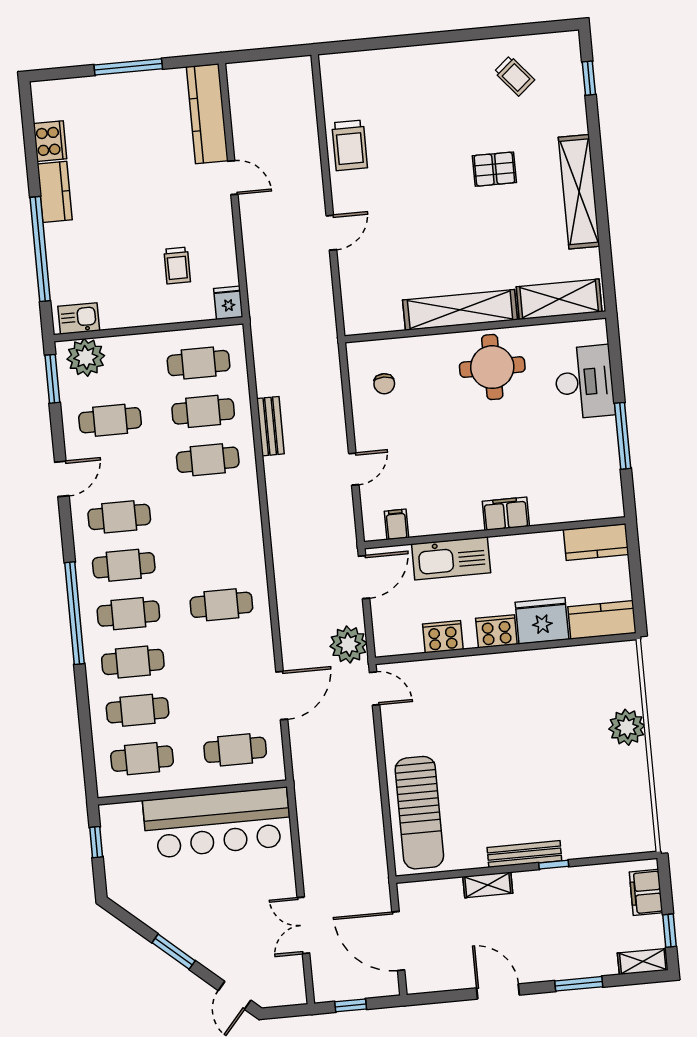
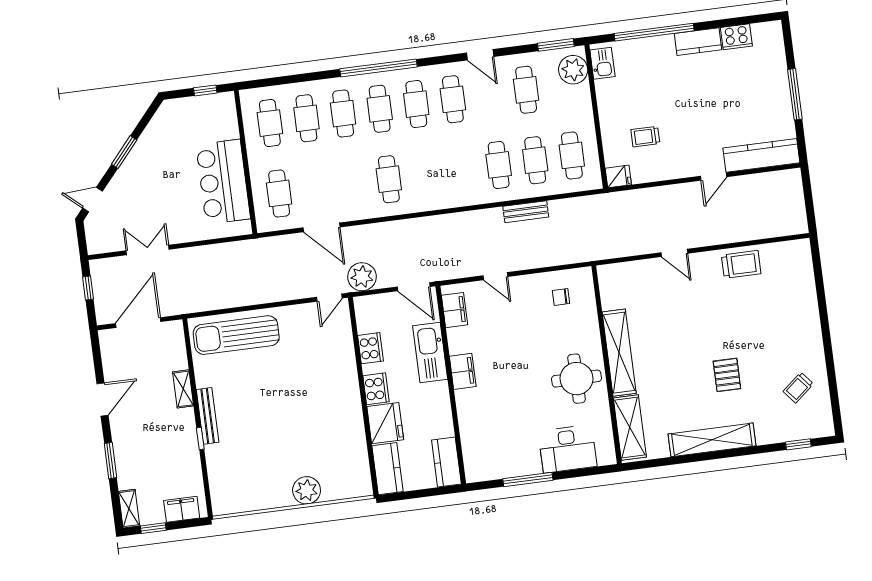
trolley: (350, 145) -> (741, 264), turned 180
filing cabinet: (506, 514) -> (463, 371), moved
filing cabinet: (396, 524) -> (455, 310), width x2.00
bar counter: (217, 823) -> (223, 182), width x0.73

